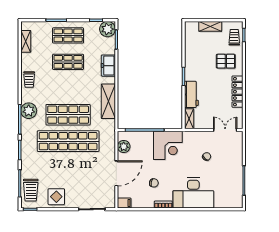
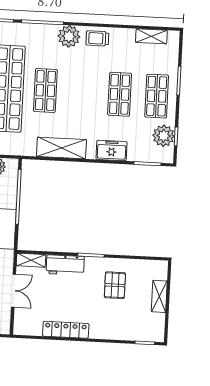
plant: (108, 29) -> (164, 136), moved
trolley: (234, 37) -> (142, 329), removed
pallet: (226, 61) -> (115, 285), moved
plant: (29, 111) -> (69, 36), moved
shop shelf: (68, 115) -> (45, 90), width x0.70, depth x0.74
double door: (225, 130) -> (14, 291), moved

